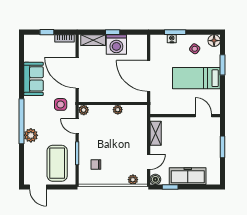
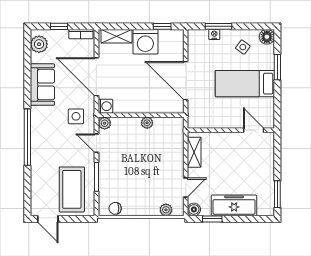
window: (113, 32) -> (162, 26), moved
washing machine: (84, 96) -> (105, 106), added
plant: (31, 135) -> (39, 44), moved
window: (223, 147) -> (277, 194), moved
chair: (96, 164) -> (115, 208), moved

